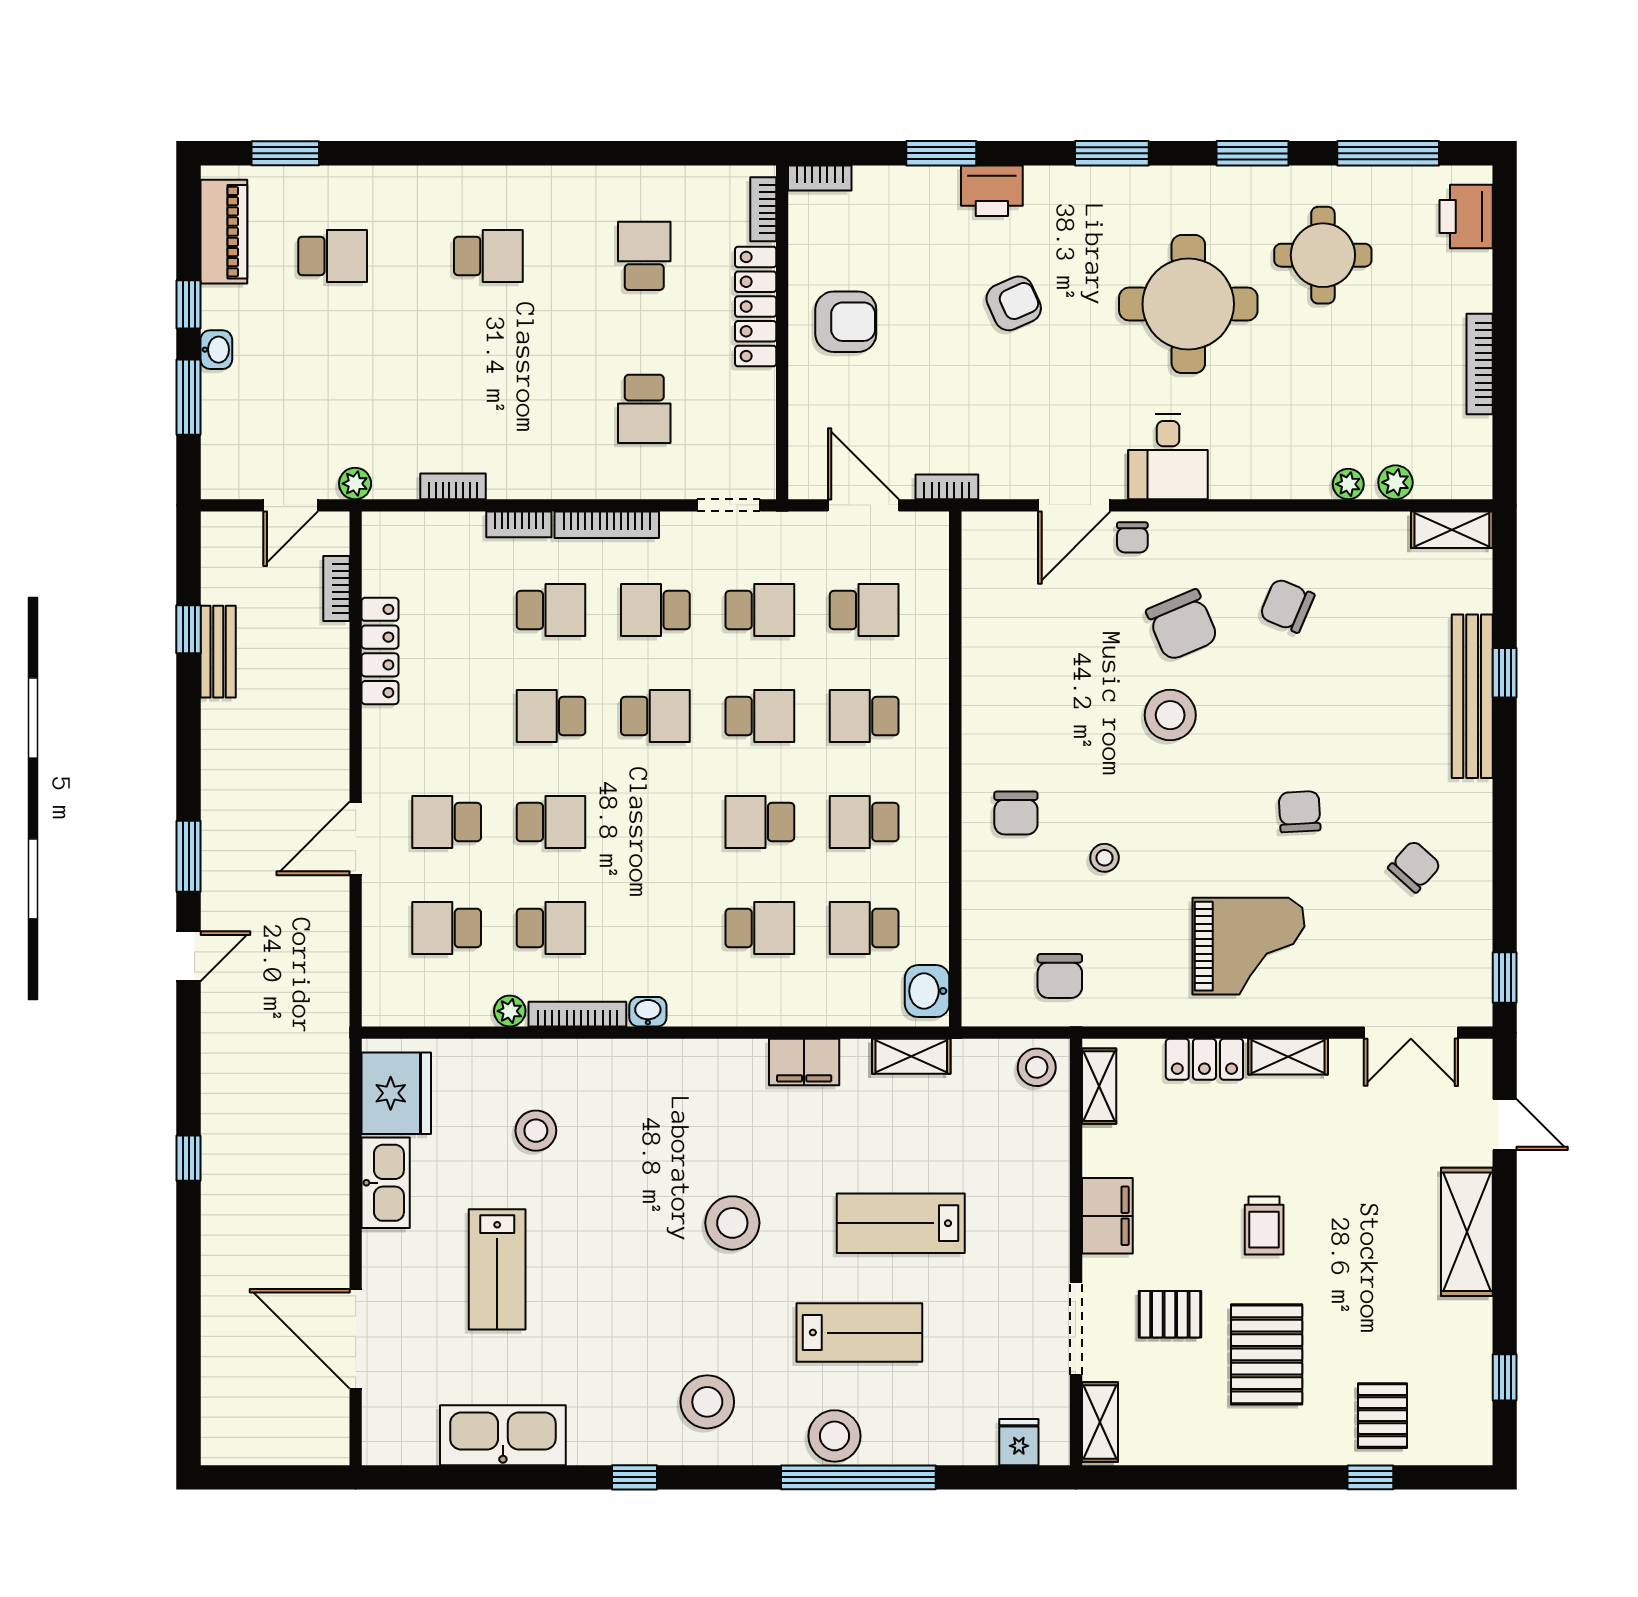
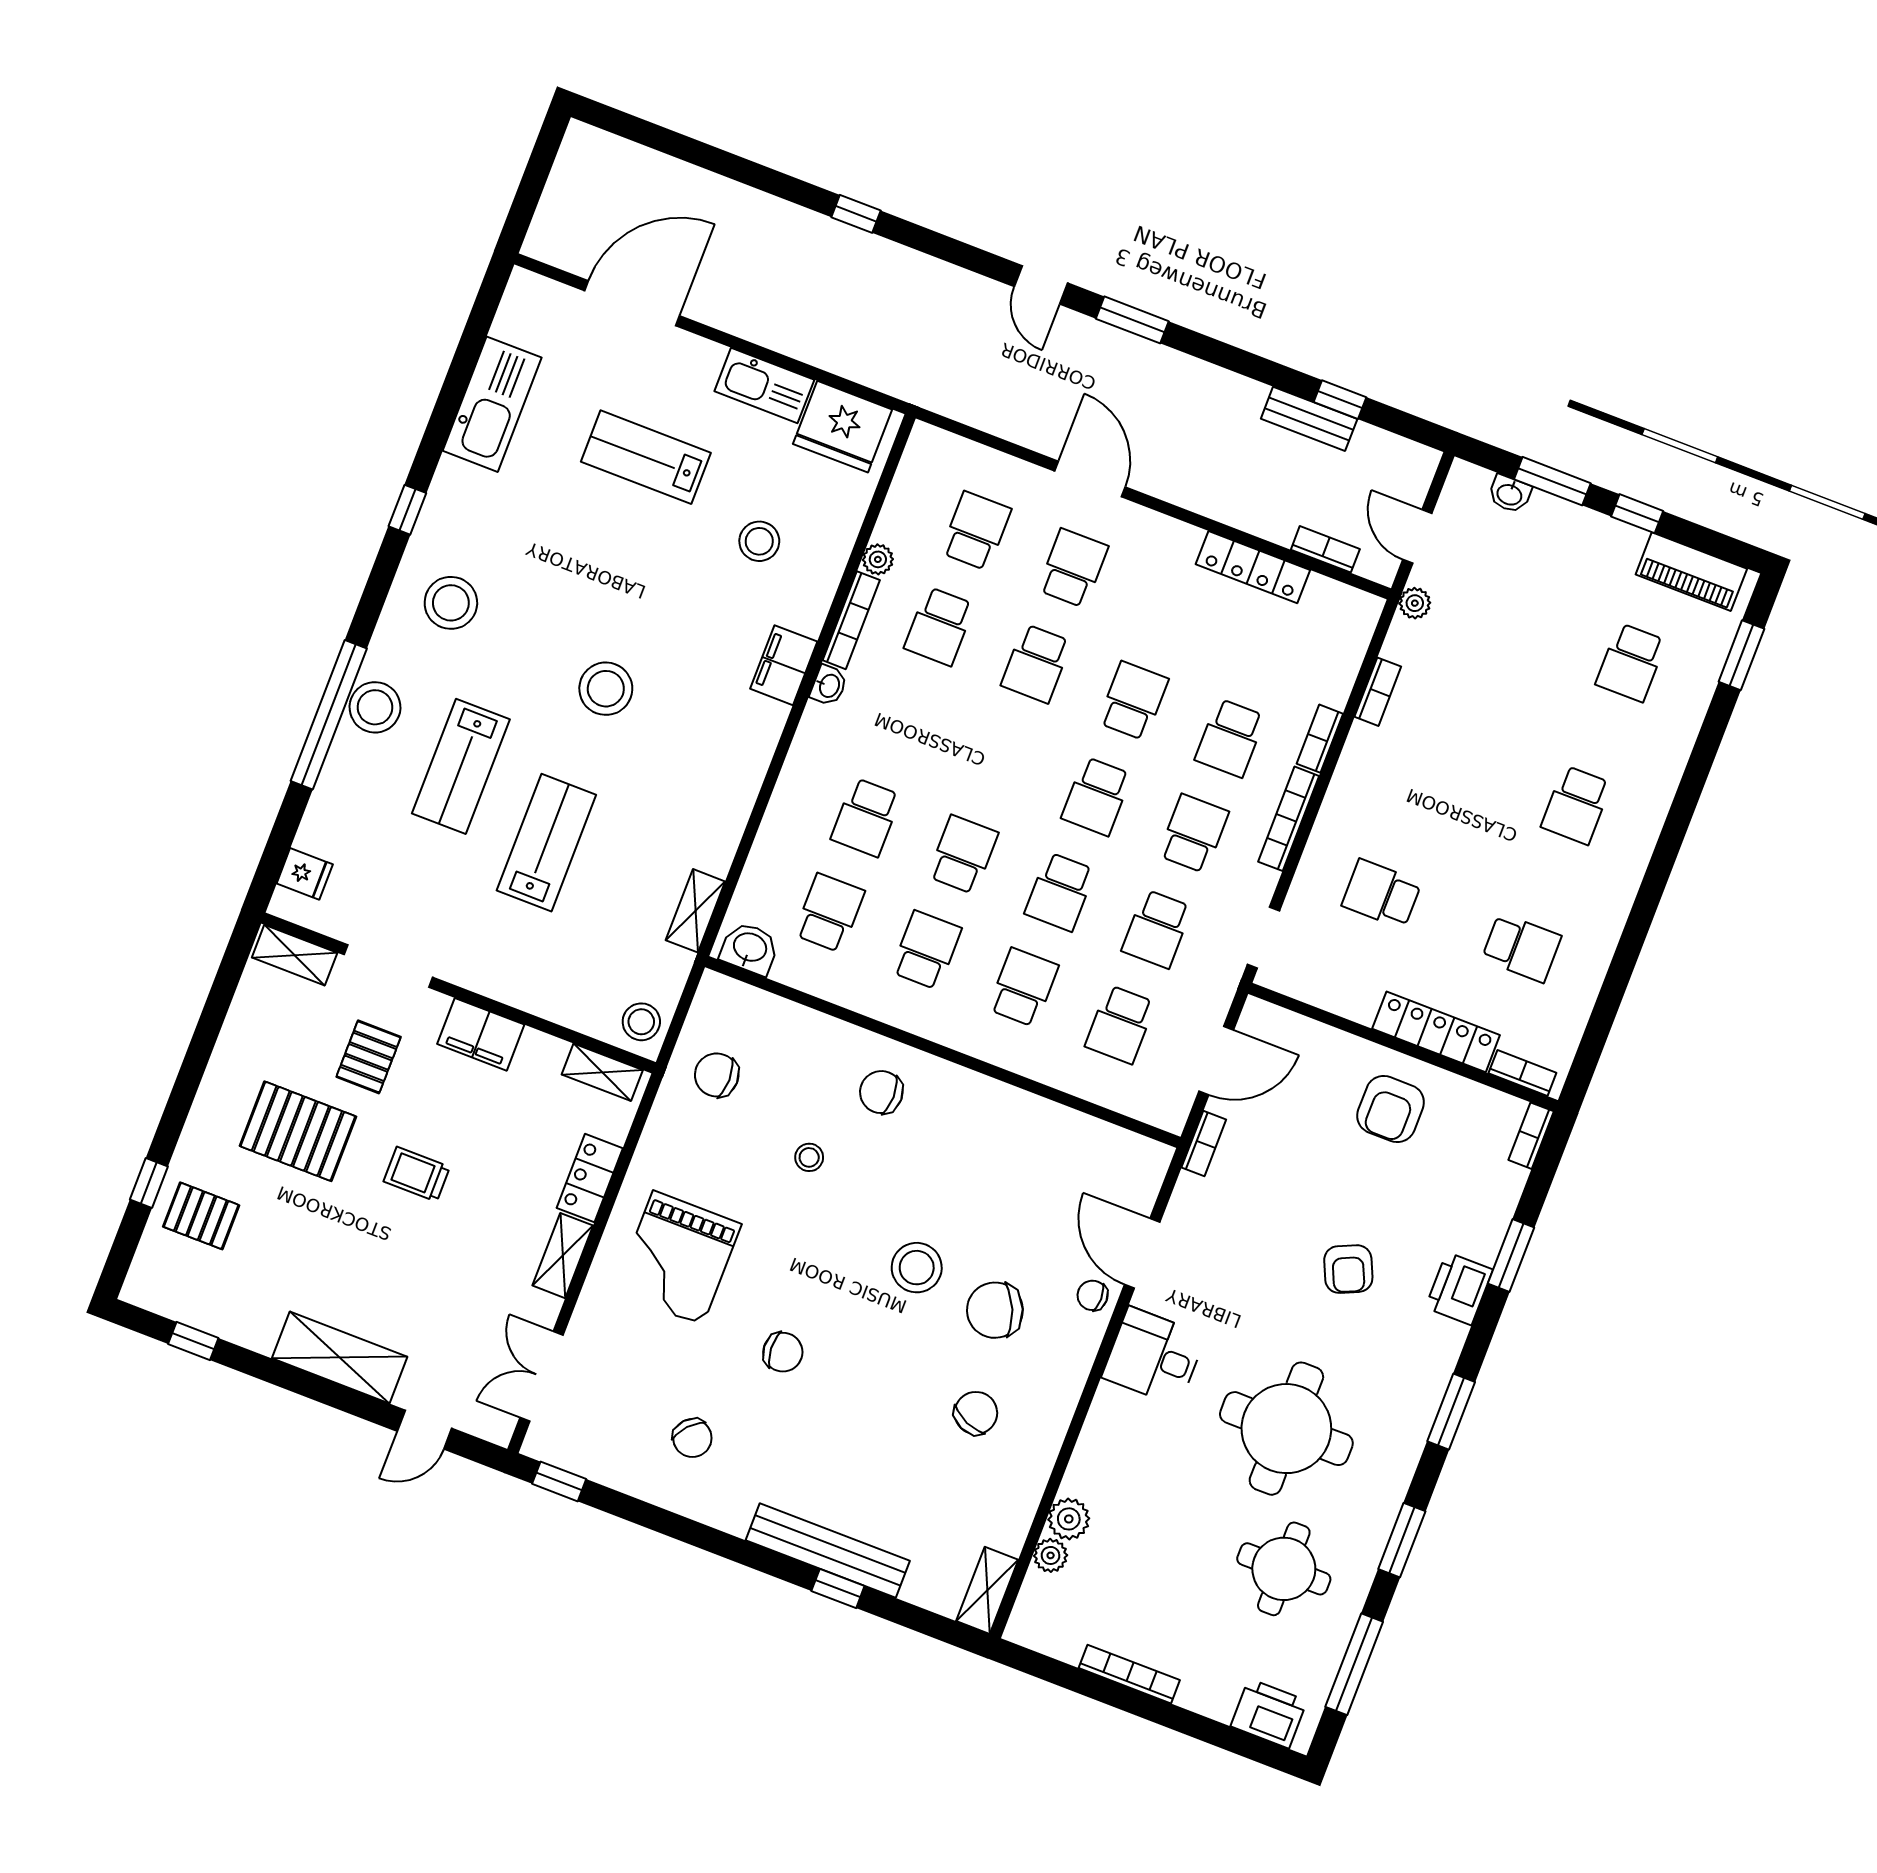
washbasin: (216, 350) -> (1510, 494), moved
plant: (1348, 484) -> (1069, 1519), width x1.38, depth x1.38
filing cabinet: (804, 1062) -> (784, 665), moved

